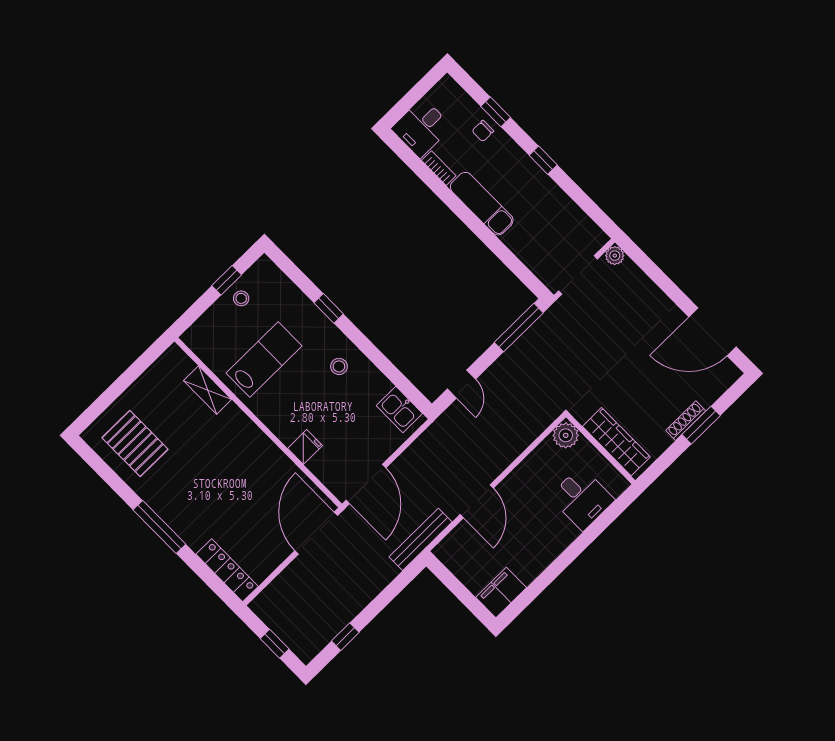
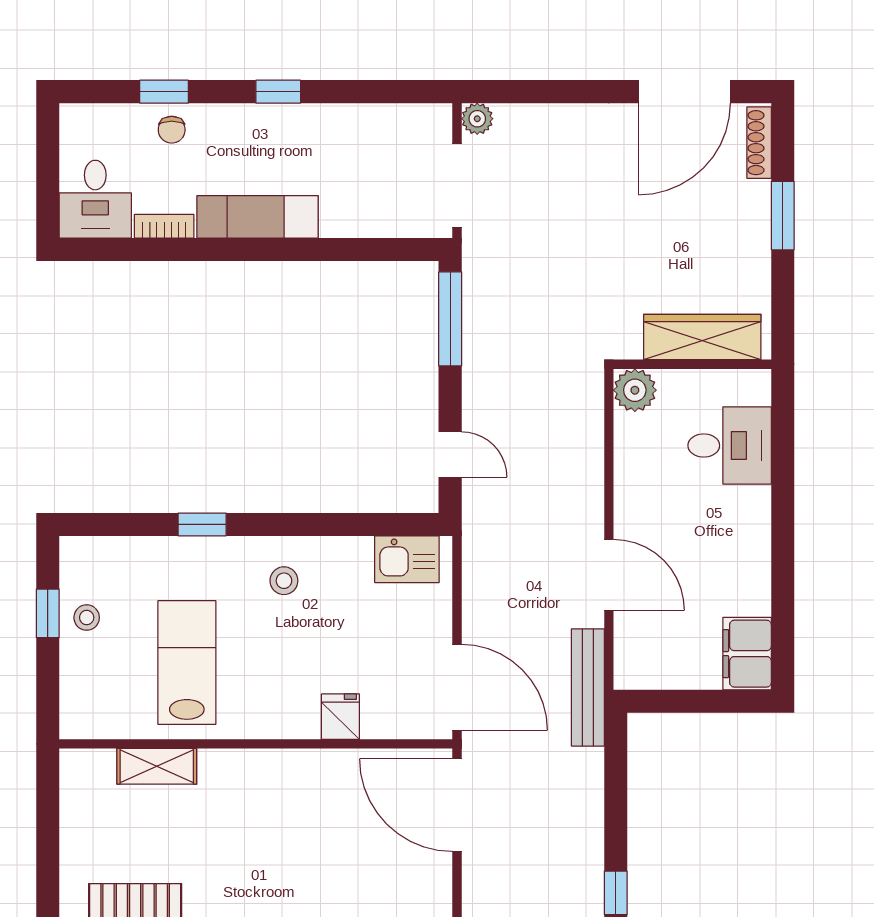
shoe rack: (686, 421) -> (759, 143), moved

